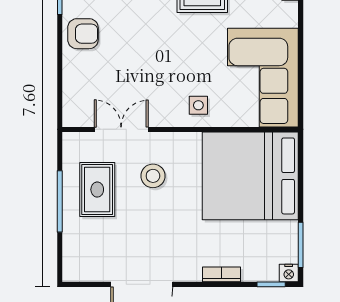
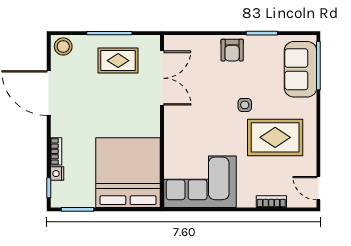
side table: (198, 105) -> (245, 105), moved
double door: (121, 129) -> (162, 78), width x1.37
stool: (153, 176) -> (63, 46), moved
nightstand: (289, 273) -> (57, 174), moved

